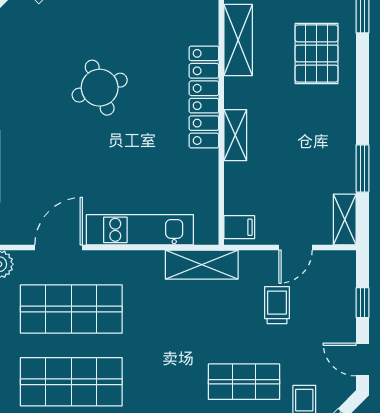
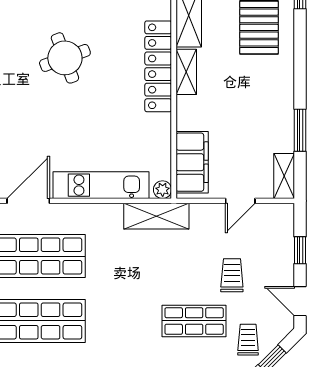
shelving: (235, 135) -> (186, 72), moved
filing cabinet: (239, 227) -> (192, 162), width x3.00, depth x1.17
plant: (209, 235) -> (163, 190), added
trolley: (277, 305) -> (232, 275), moved

